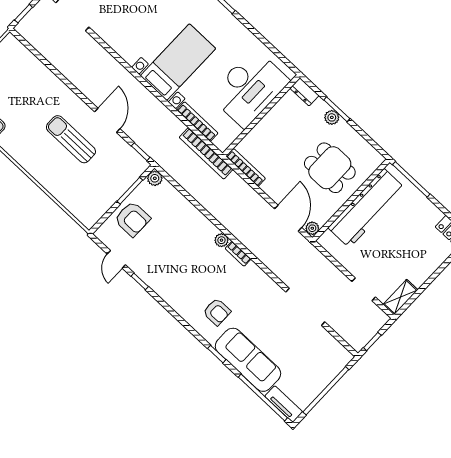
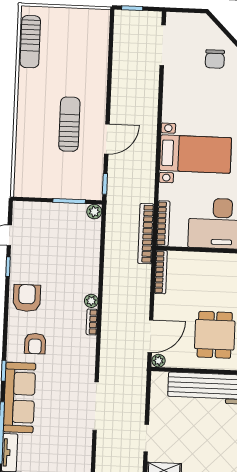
bookcase: (197, 122) -> (163, 223), moved
armchair: (132, 219) -> (27, 298), moved, turned 180

